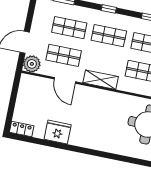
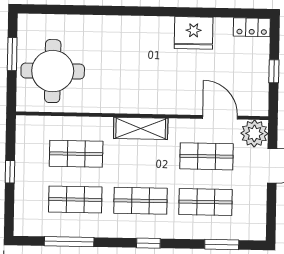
door: (65, 80) -> (220, 117), moved
window: (13, 100) -> (274, 71), added

